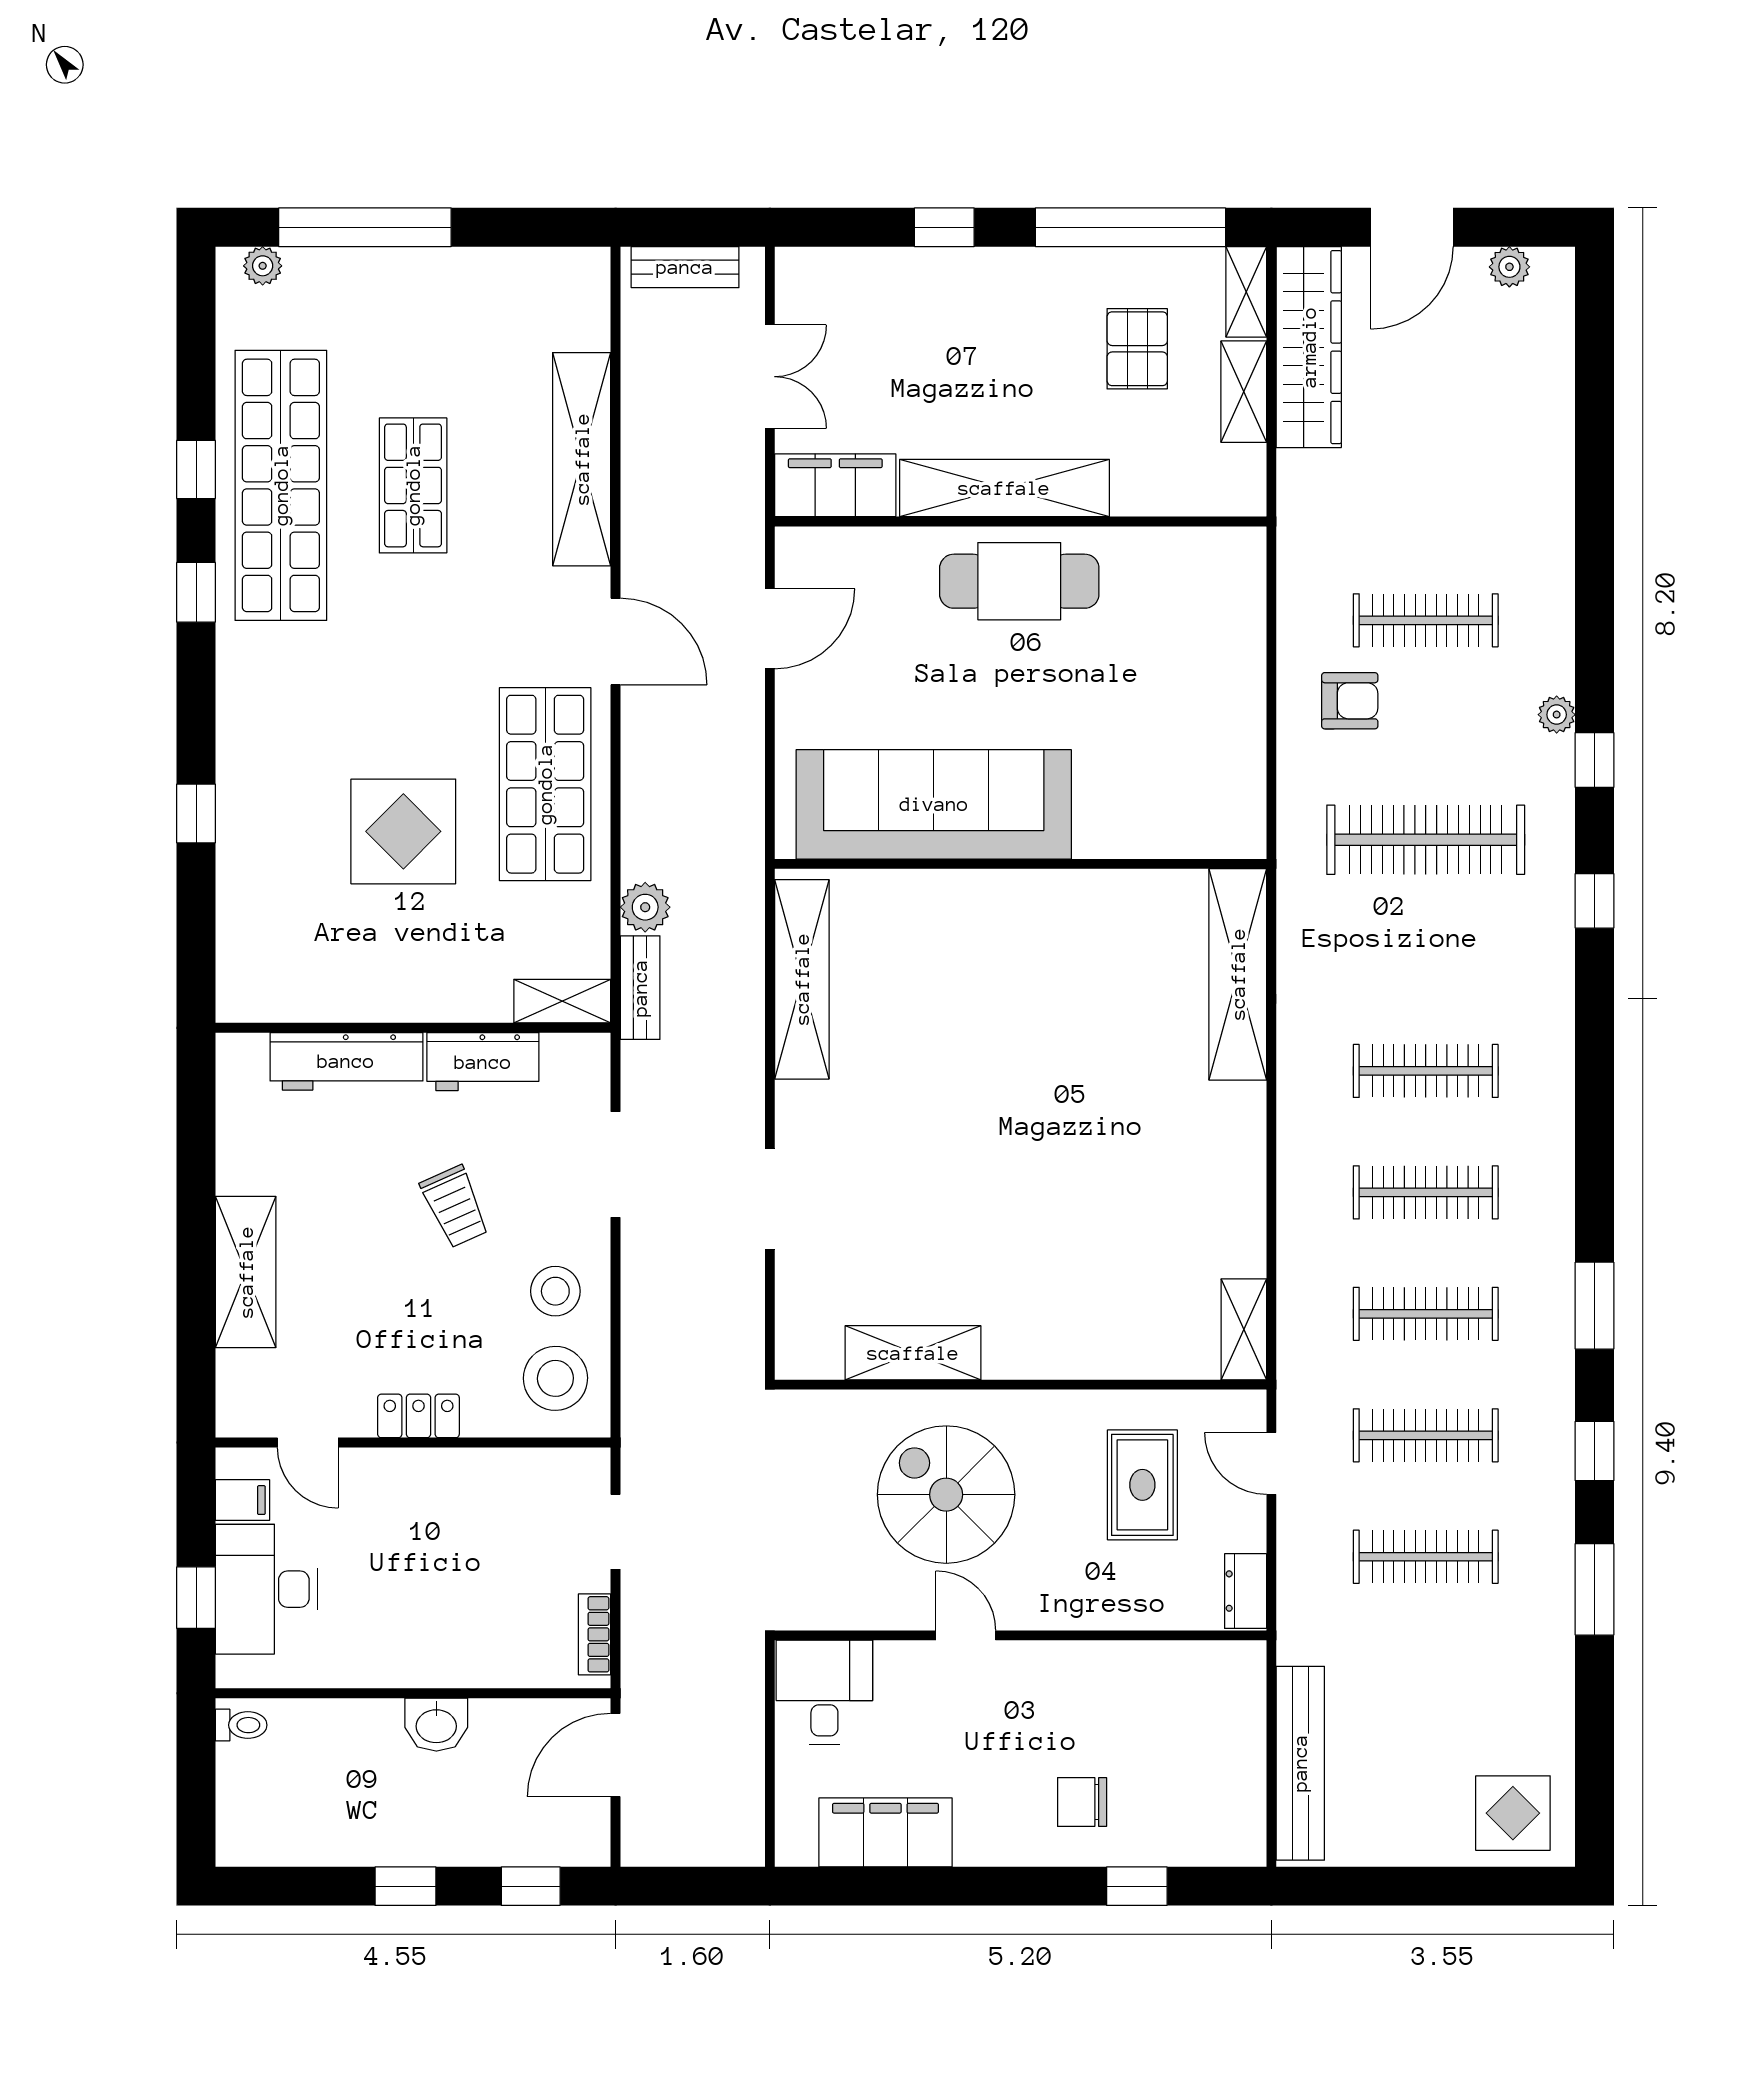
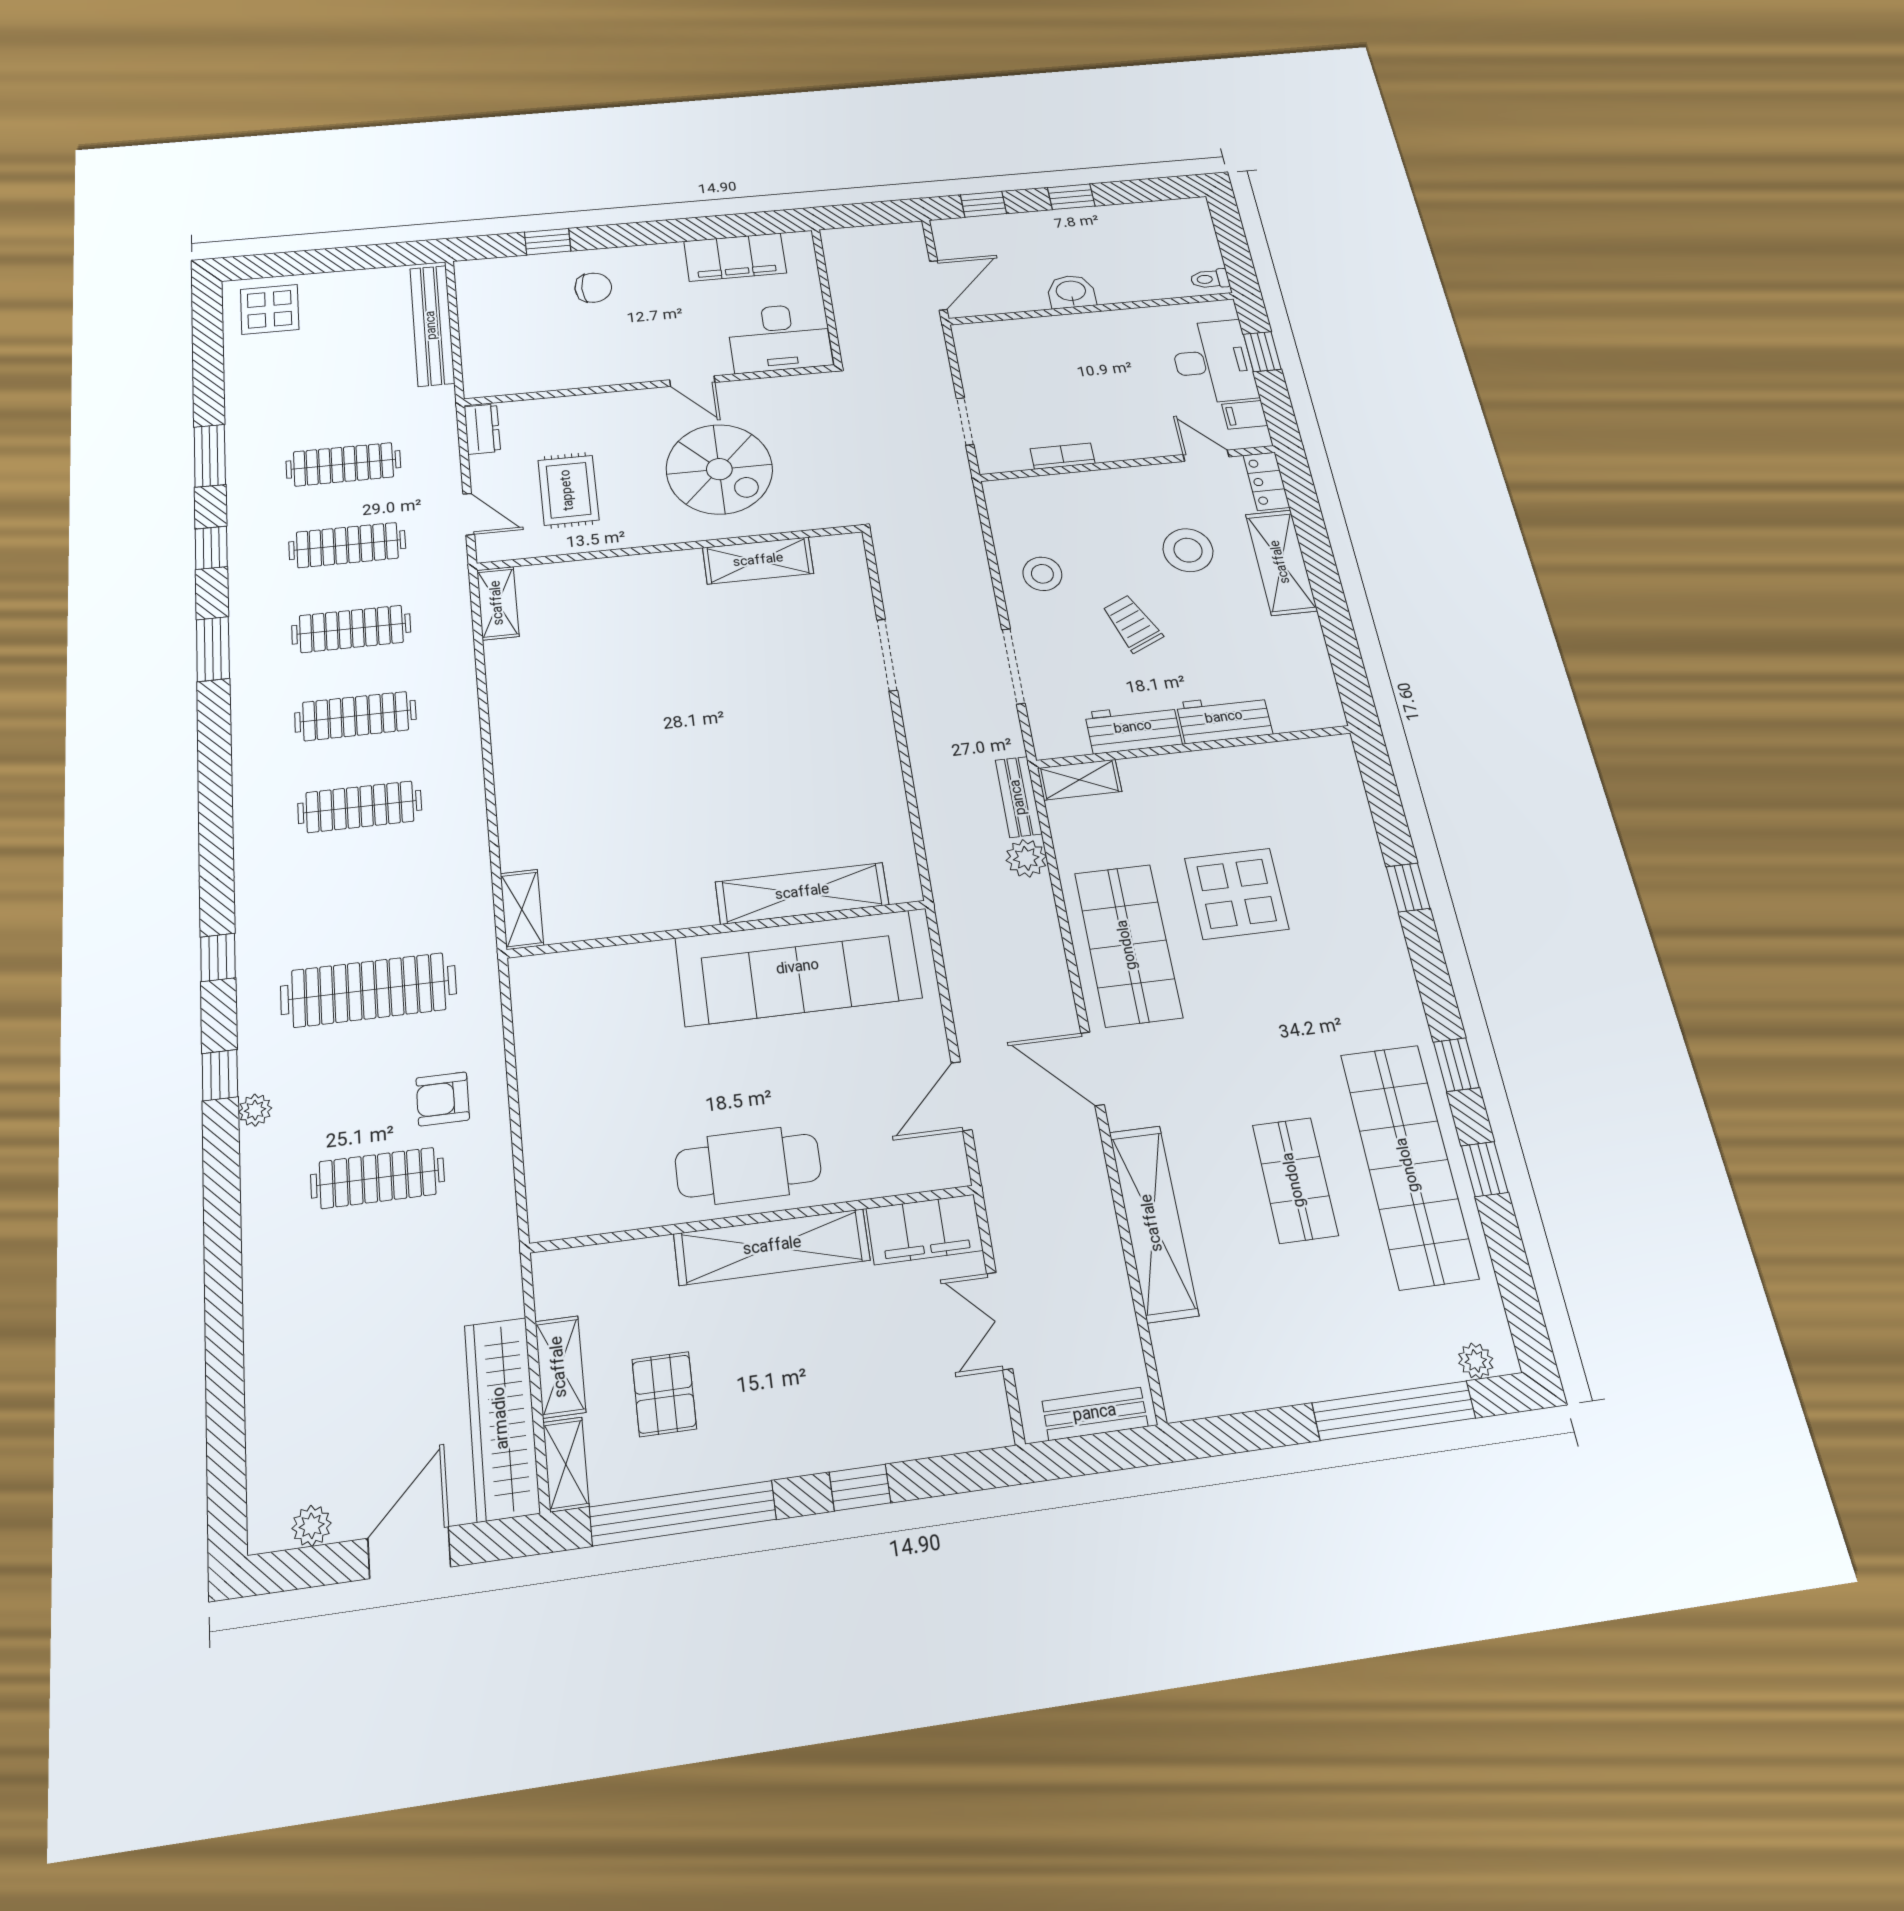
shelving: (1238, 974) -> (522, 909), width x0.45, depth x0.75
shelving: (802, 979) -> (802, 893), moved, turned 90
workbench: (346, 1061) -> (1224, 718), width x0.73
stool: (555, 1378) -> (1188, 550), moved
locker: (418, 1416) -> (1266, 481), moved, turned 90
bookcase: (595, 1634) -> (1063, 456), moved, turned -90
desk: (824, 1692) -> (779, 338), width x1.37

